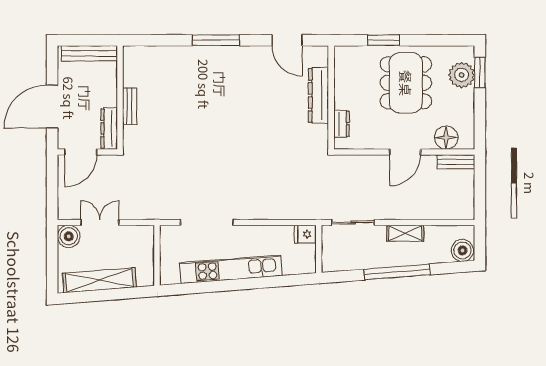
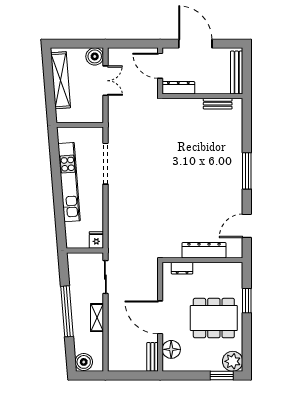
plant: (462, 75) -> (233, 361), moved
bench: (130, 106) -> (218, 104), moved
door: (405, 152) -> (160, 317), width x1.36

